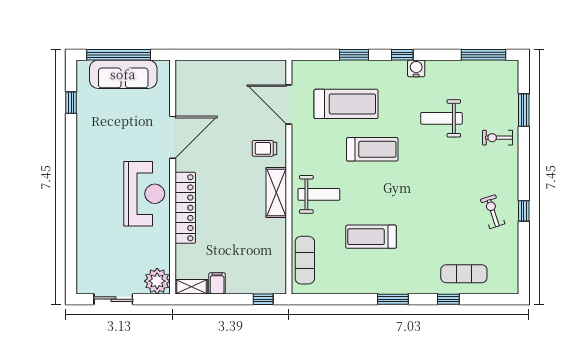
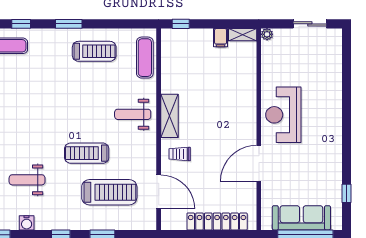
water cooler: (416, 68) -> (27, 223), moved
treadmill: (346, 104) -> (109, 192), turned 180
weight bench: (441, 118) -> (27, 180), turned 180
trolley: (264, 148) -> (180, 154), turned 180
locker: (185, 208) -> (217, 221), moved, turned 90
treadmill: (371, 237) -> (94, 51), moved
plant: (157, 281) -> (267, 34), width x0.53, depth x0.53

